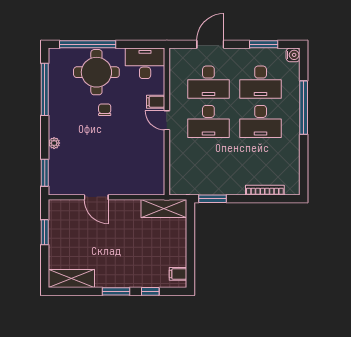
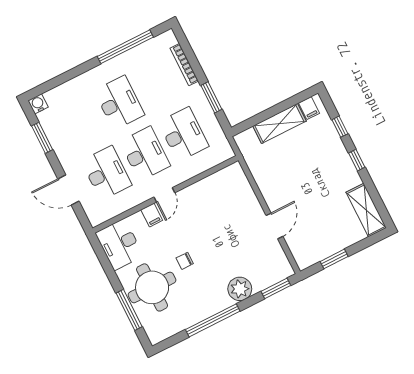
window: (88, 44) -> (129, 310), width x0.68
desk: (261, 82) -> (183, 134), moved
window: (45, 89) -> (213, 320), moved
window: (304, 108) -> (125, 47), moved
plant: (54, 143) -> (240, 289), width x1.88, depth x1.88
window: (212, 199) -> (211, 97), moved
shelving: (164, 209) -> (279, 124), moved, turned 90
window: (116, 291) -> (357, 160), width x0.67

